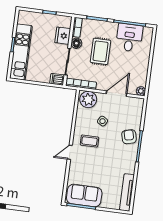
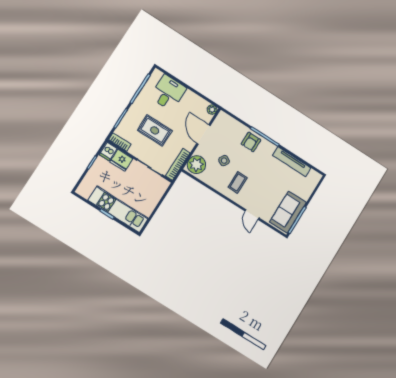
desk: (129, 38) -> (168, 93), moved, turned 90
floor lamp: (76, 43) -> (135, 150), removed
dishwasher: (57, 79) -> (108, 152), moved
armchair: (129, 137) -> (251, 142), turned -76
door: (70, 152) -> (252, 215), moved
tv unit: (127, 192) -> (292, 162), moved

